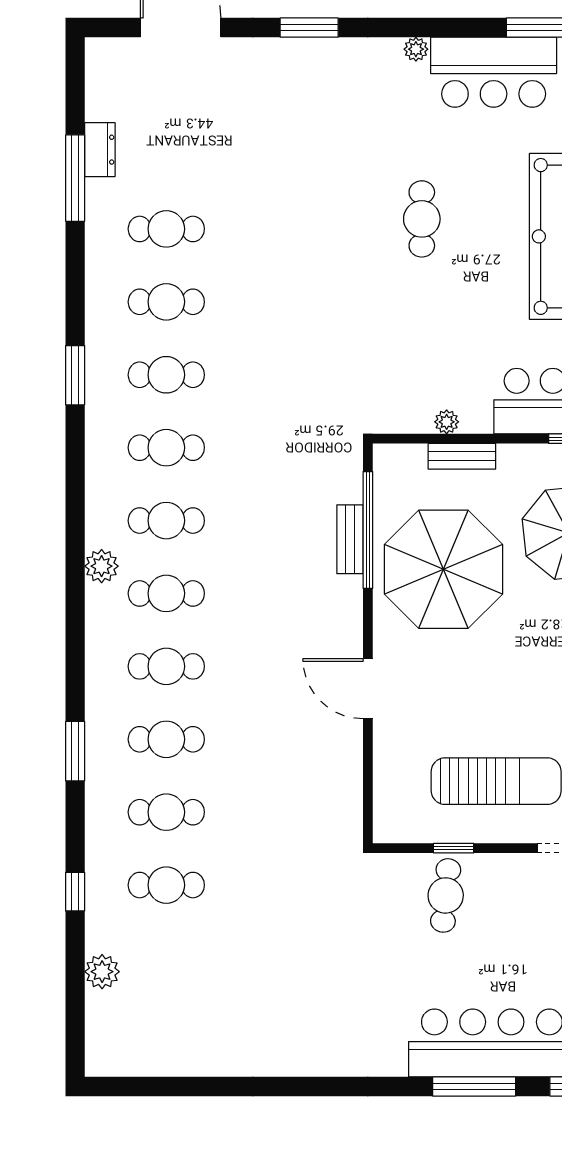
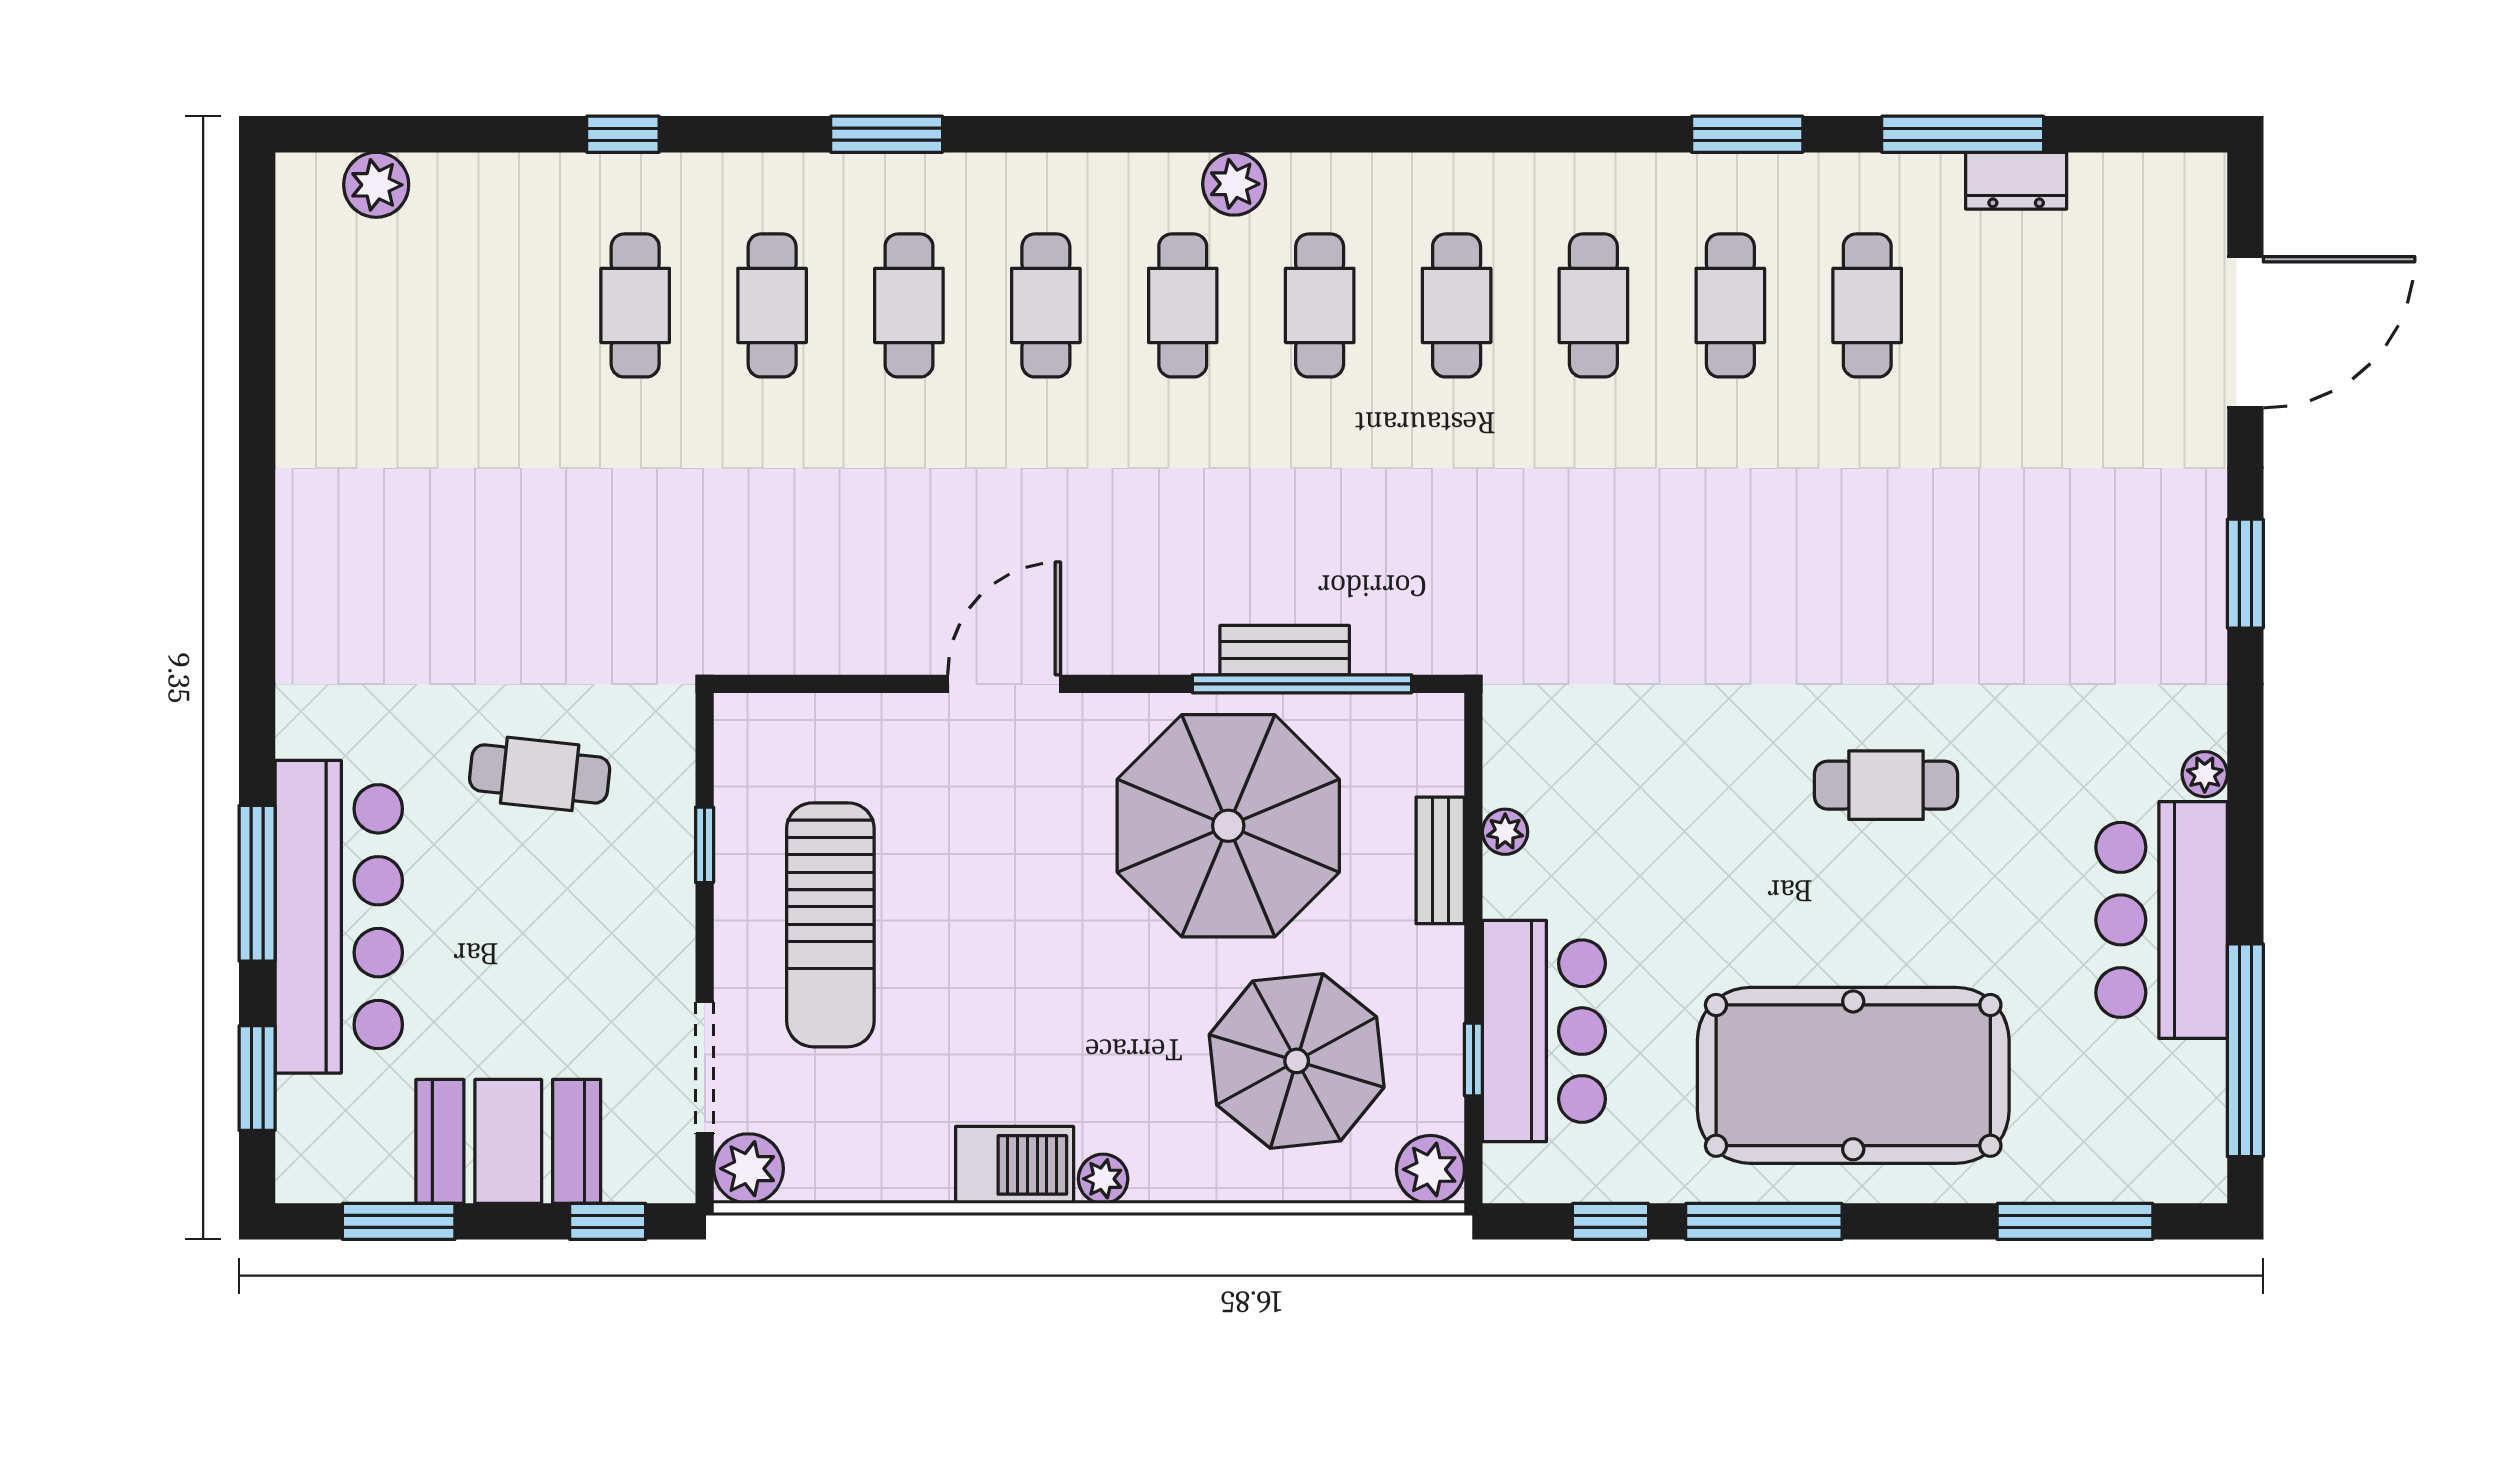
window: (75, 375) -> (1747, 134), moved
cafe table: (446, 895) -> (540, 774), moved
plant: (102, 972) -> (376, 185), moved

